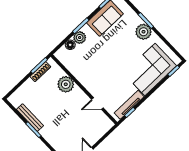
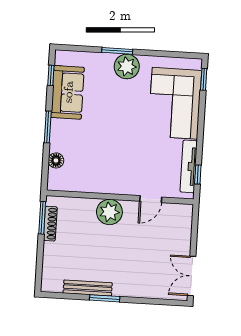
plant: (80, 38) -> (59, 142), removed
plant: (66, 84) -> (109, 212), moved

